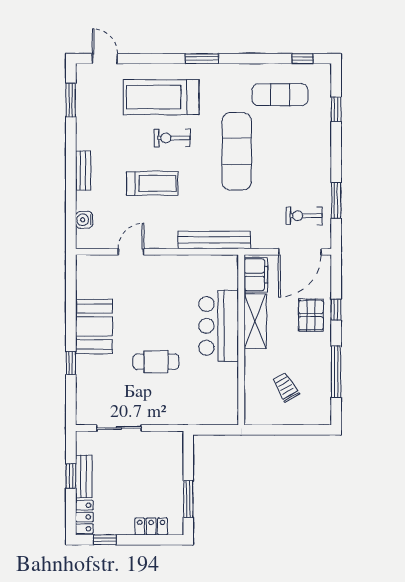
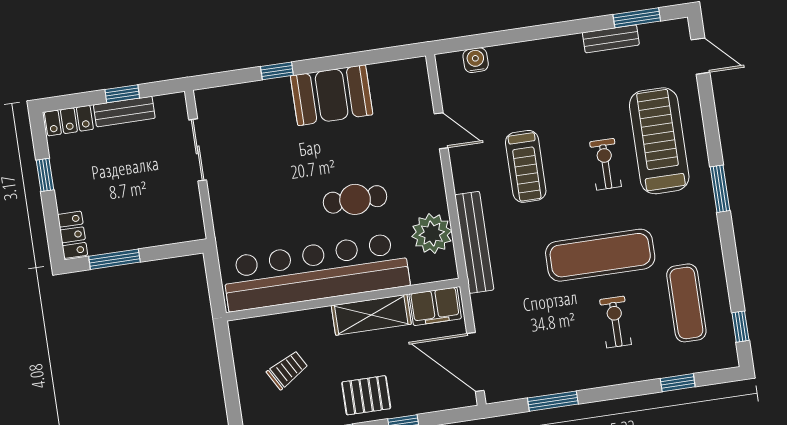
door: (105, 59) -> (700, 56), hinge flipped
bench: (83, 171) -> (611, 39), moved
treadmill: (152, 183) -> (526, 166), moved
exercise bike: (304, 216) -> (616, 322), moved
plant: (203, 269) -> (432, 234), added
pallet: (311, 315) -> (366, 395), moved
bar counter: (219, 326) -> (316, 272), width x1.86
cafe table: (156, 362) -> (355, 199), moved, turned 90
locker: (151, 526) -> (73, 235), moved
window: (105, 540) -> (45, 175), moved

